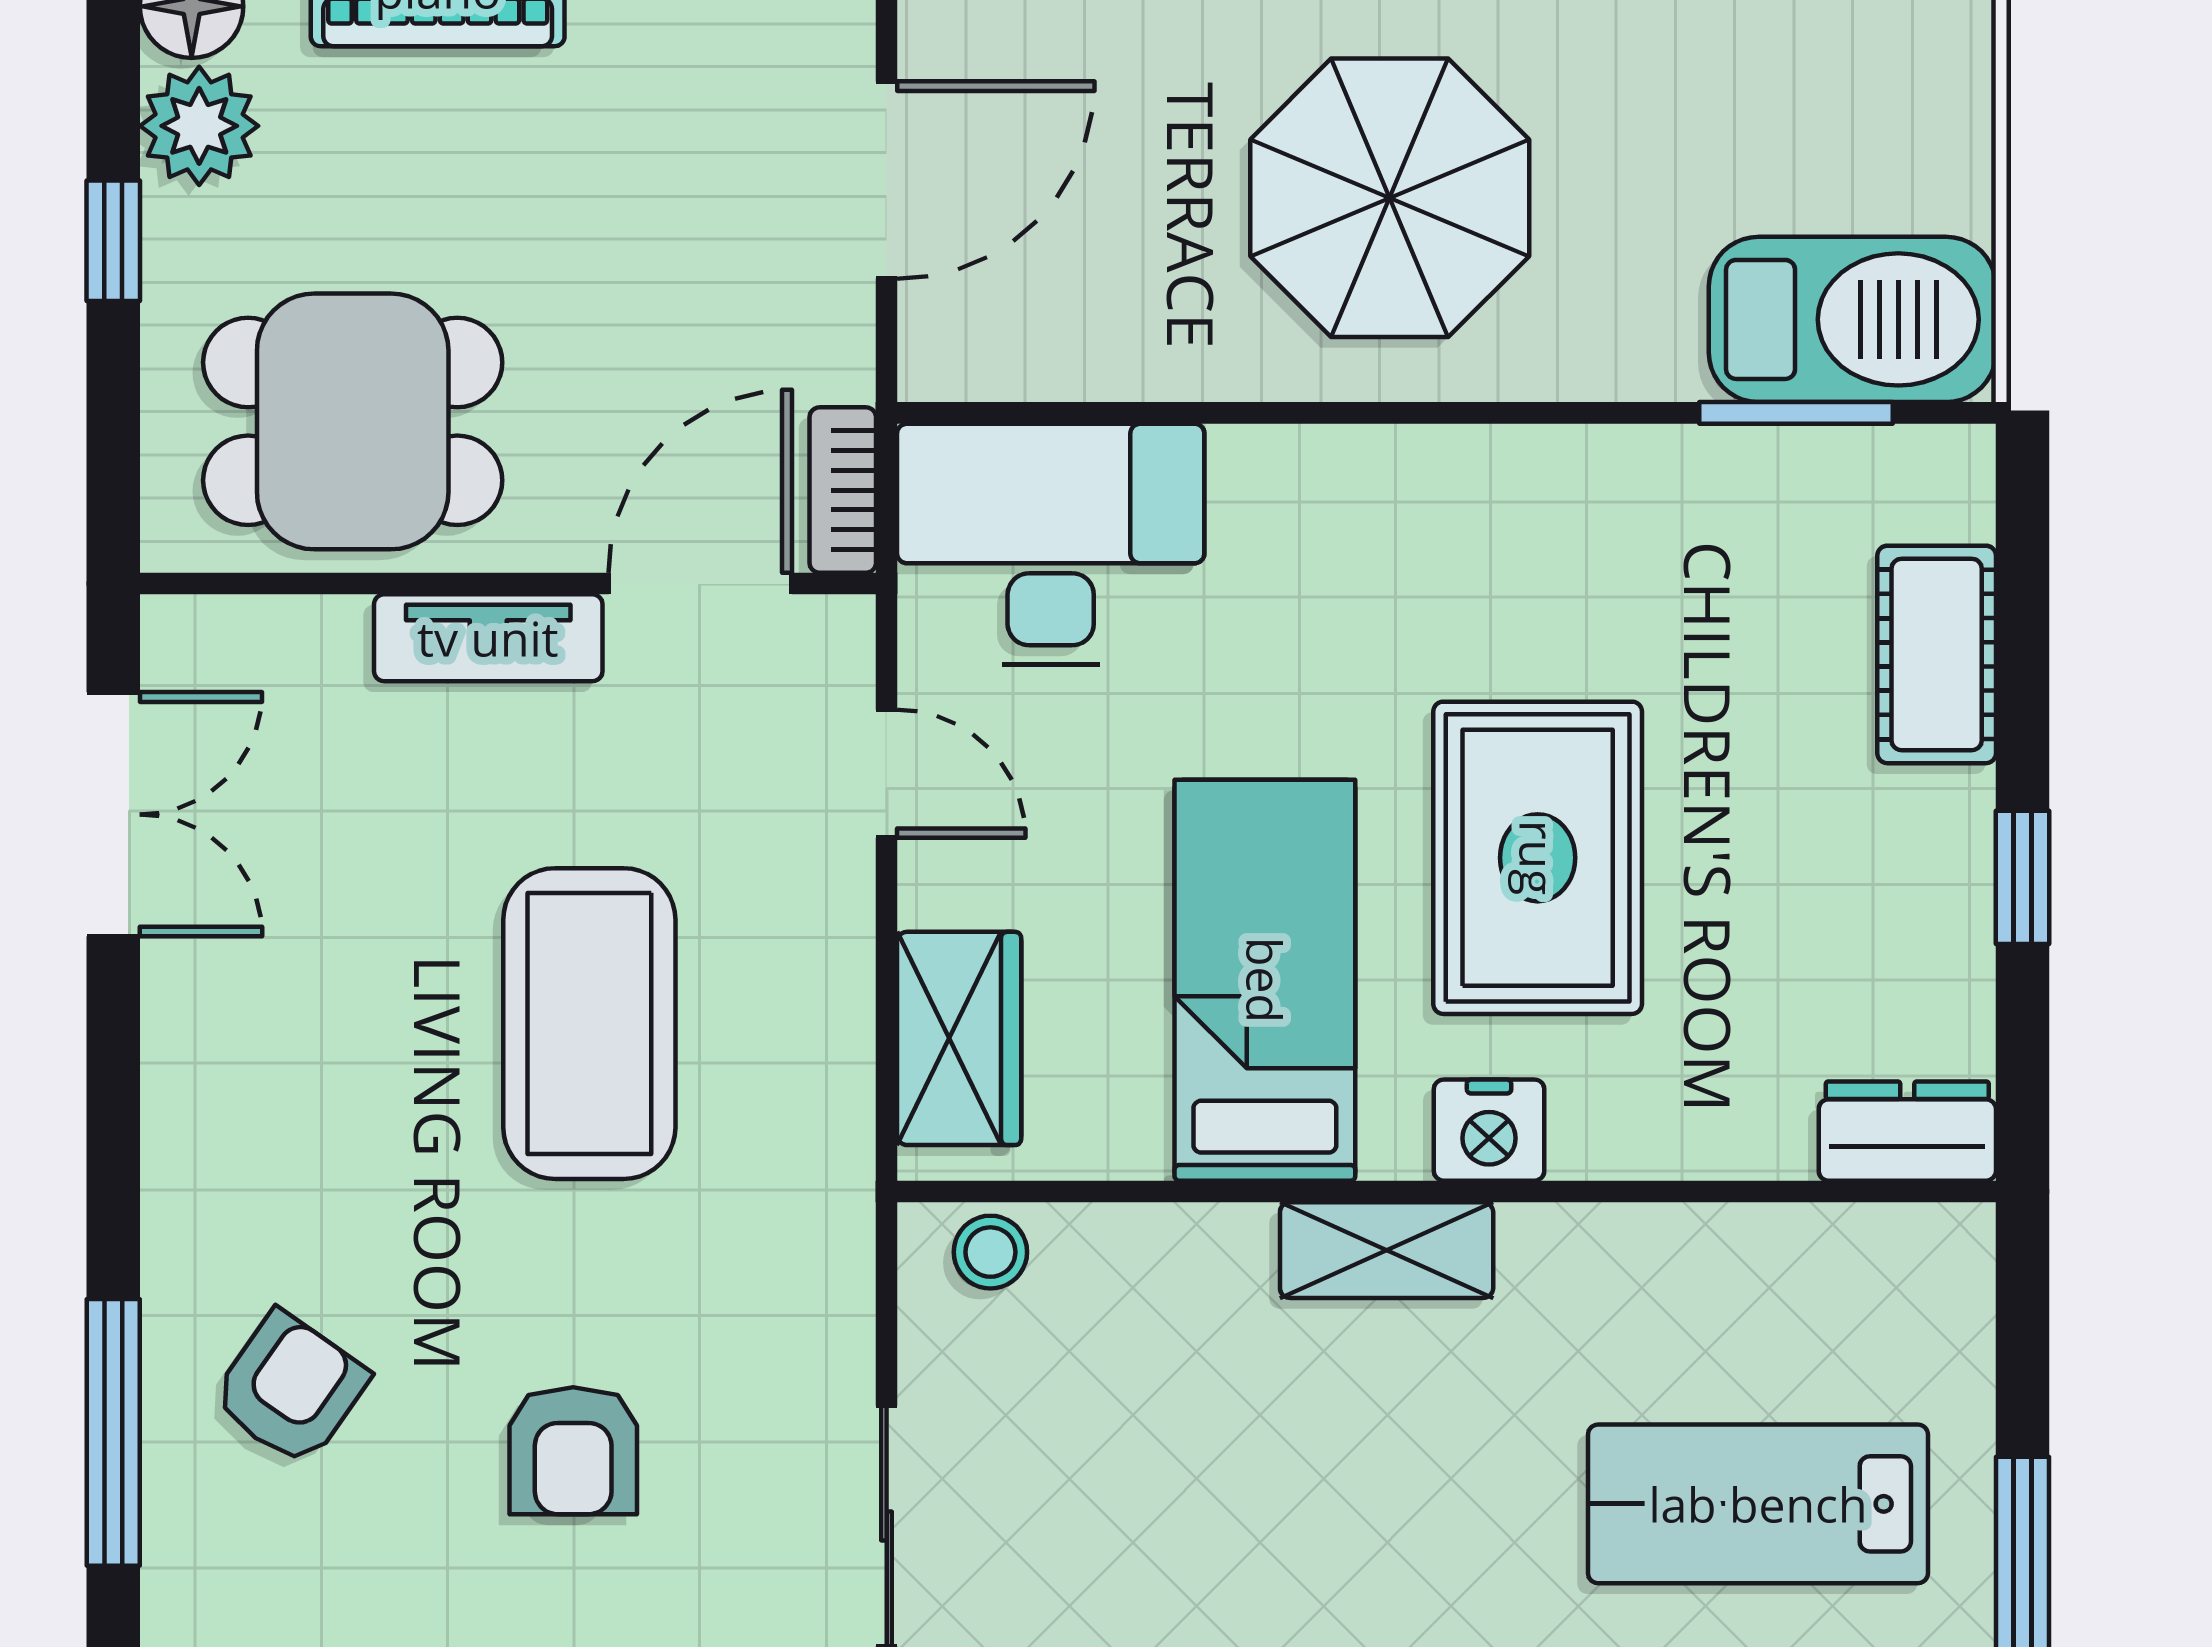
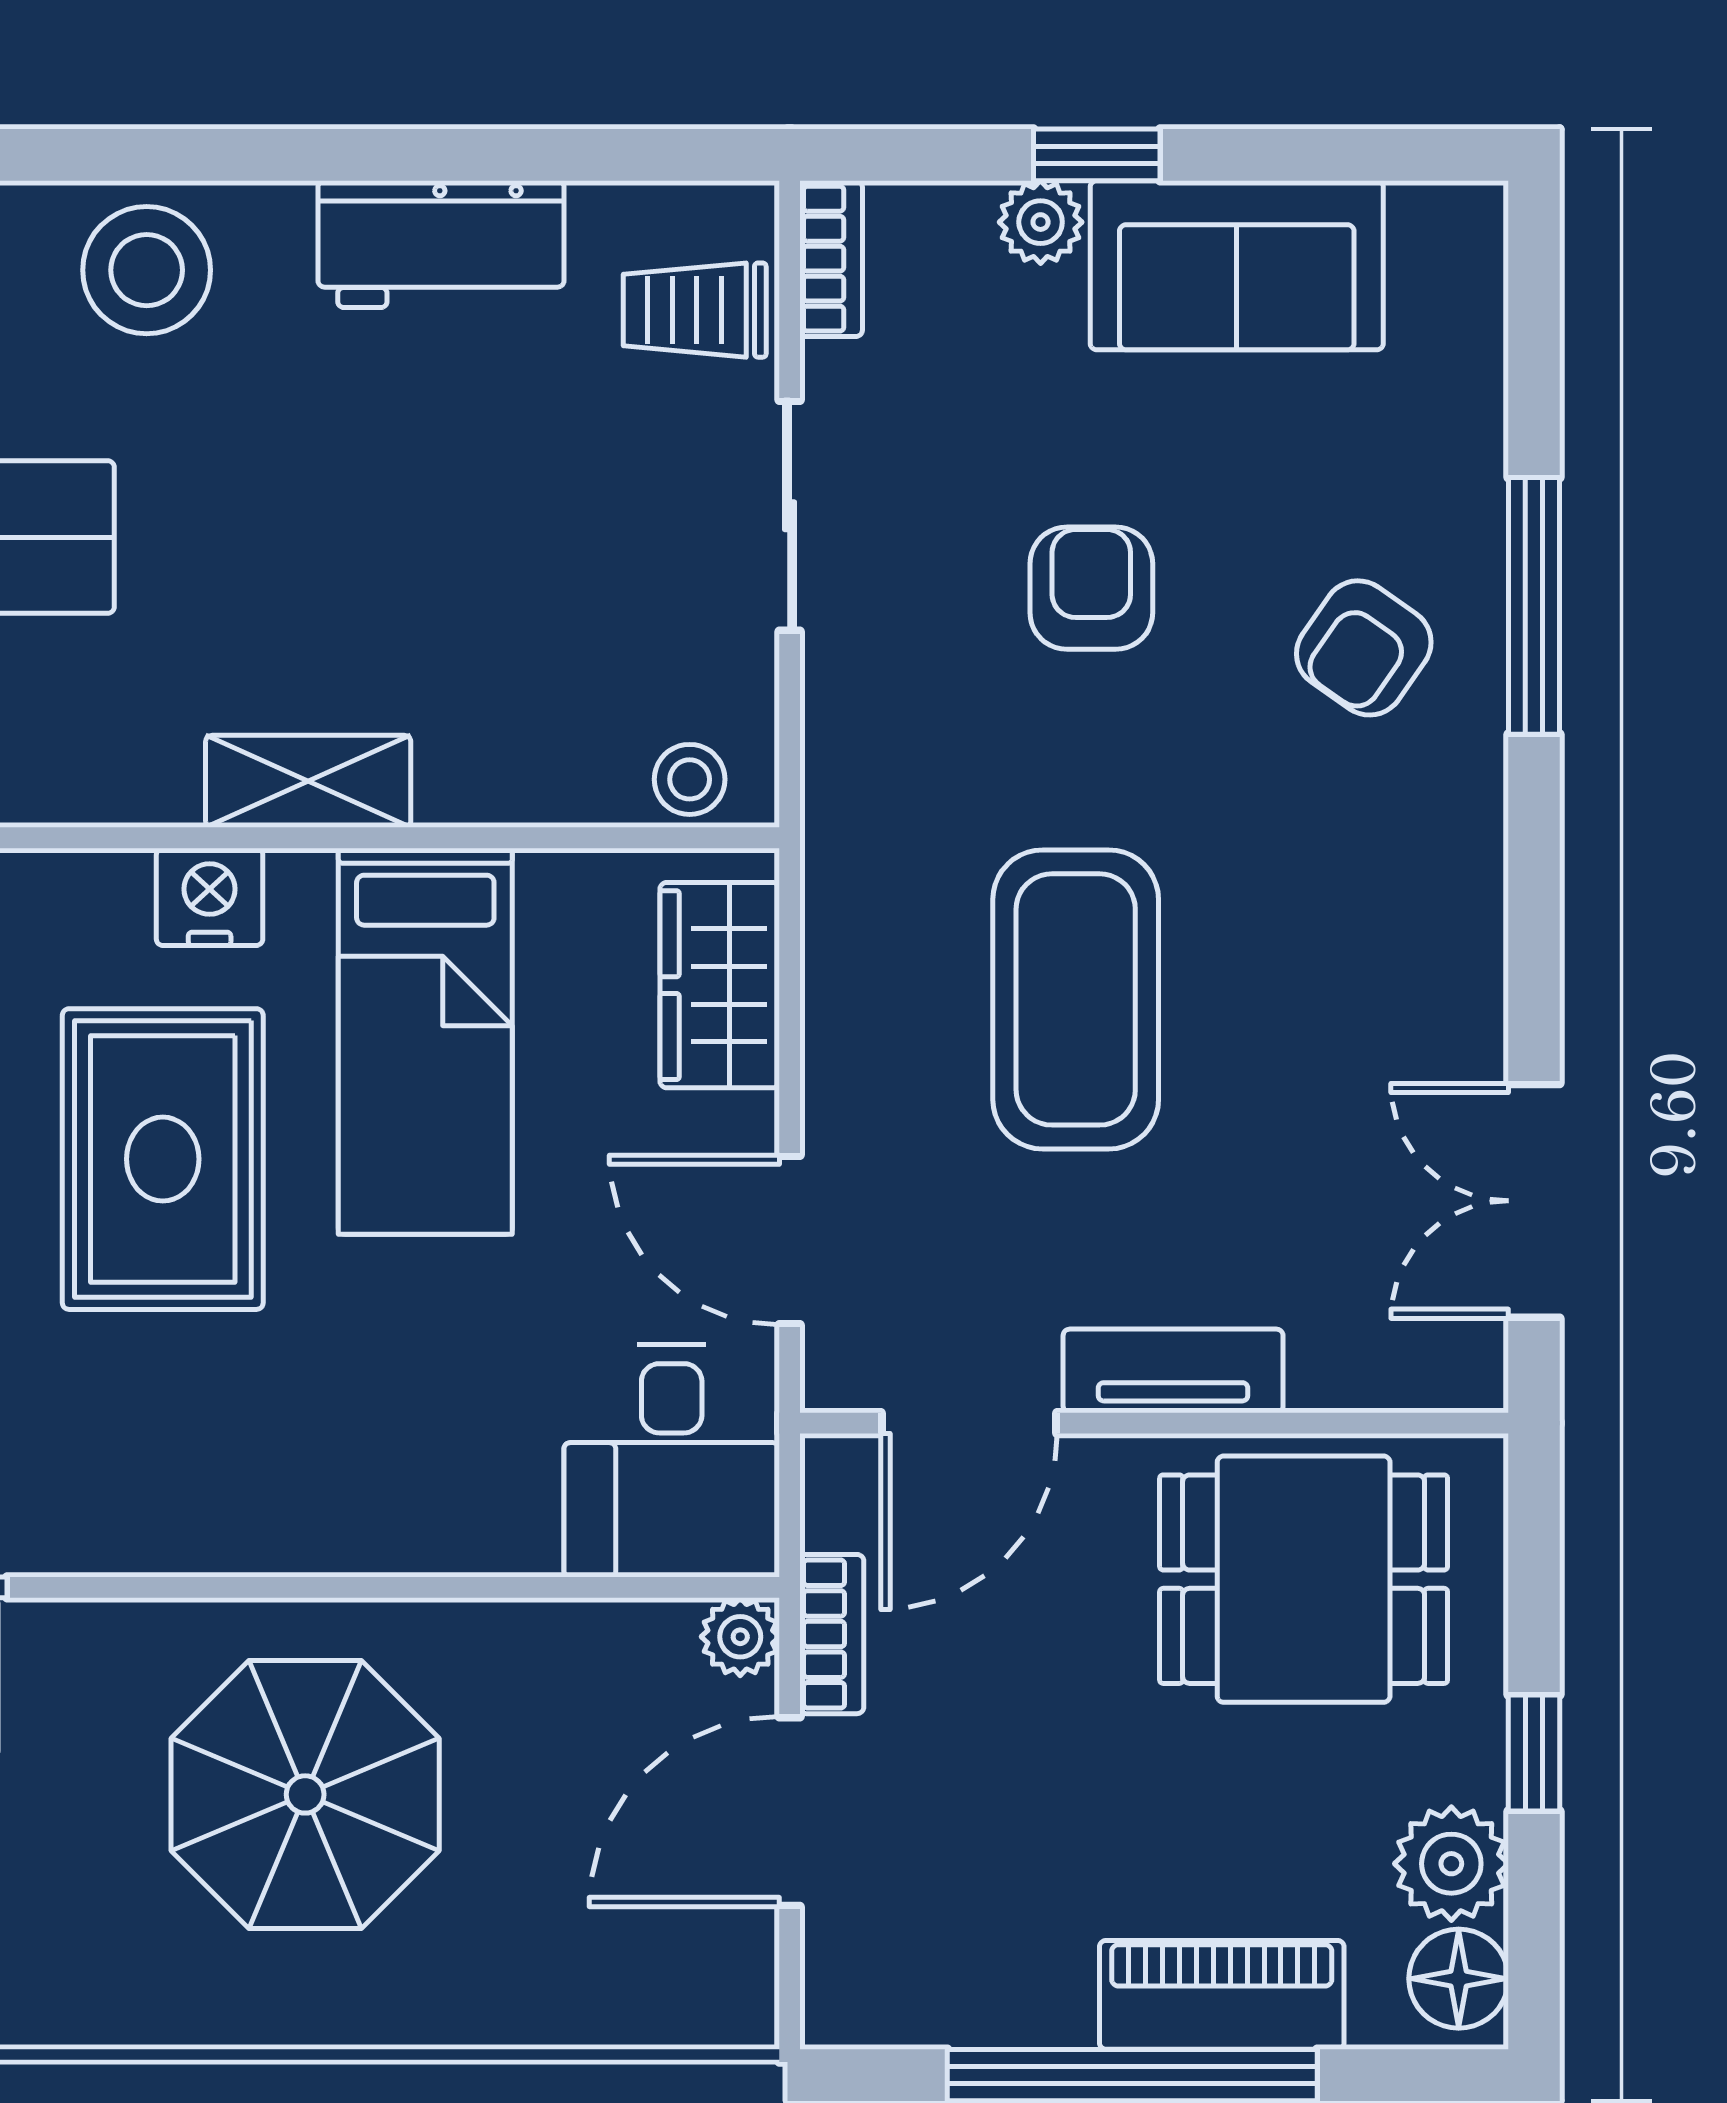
plant: (938, 362) -> (740, 1637), added
bookcase: (843, 490) -> (832, 1634), moved
desk: (1051, 544) -> (672, 1461), width x0.73
door: (887, 774) -> (790, 1240), width x1.38

